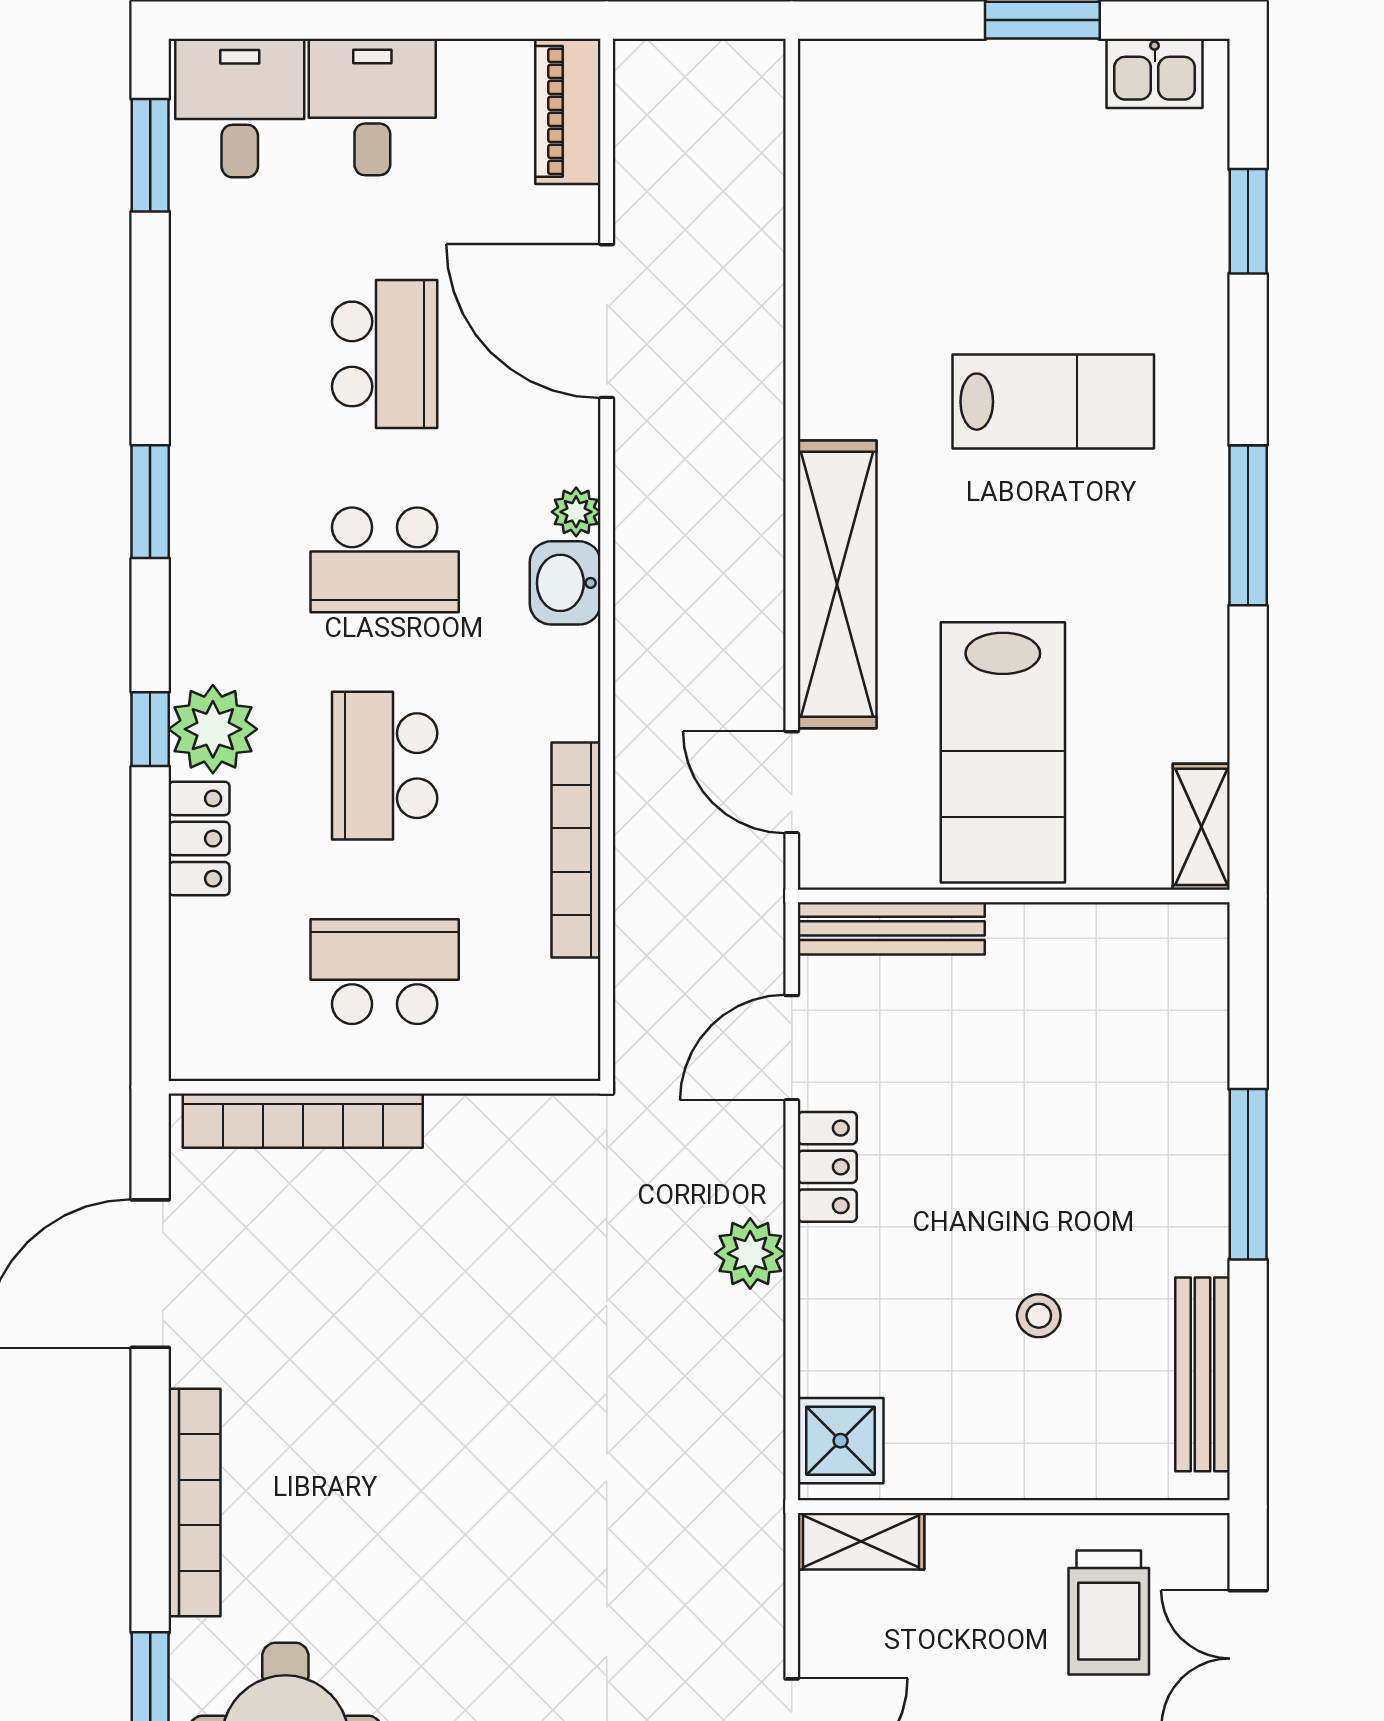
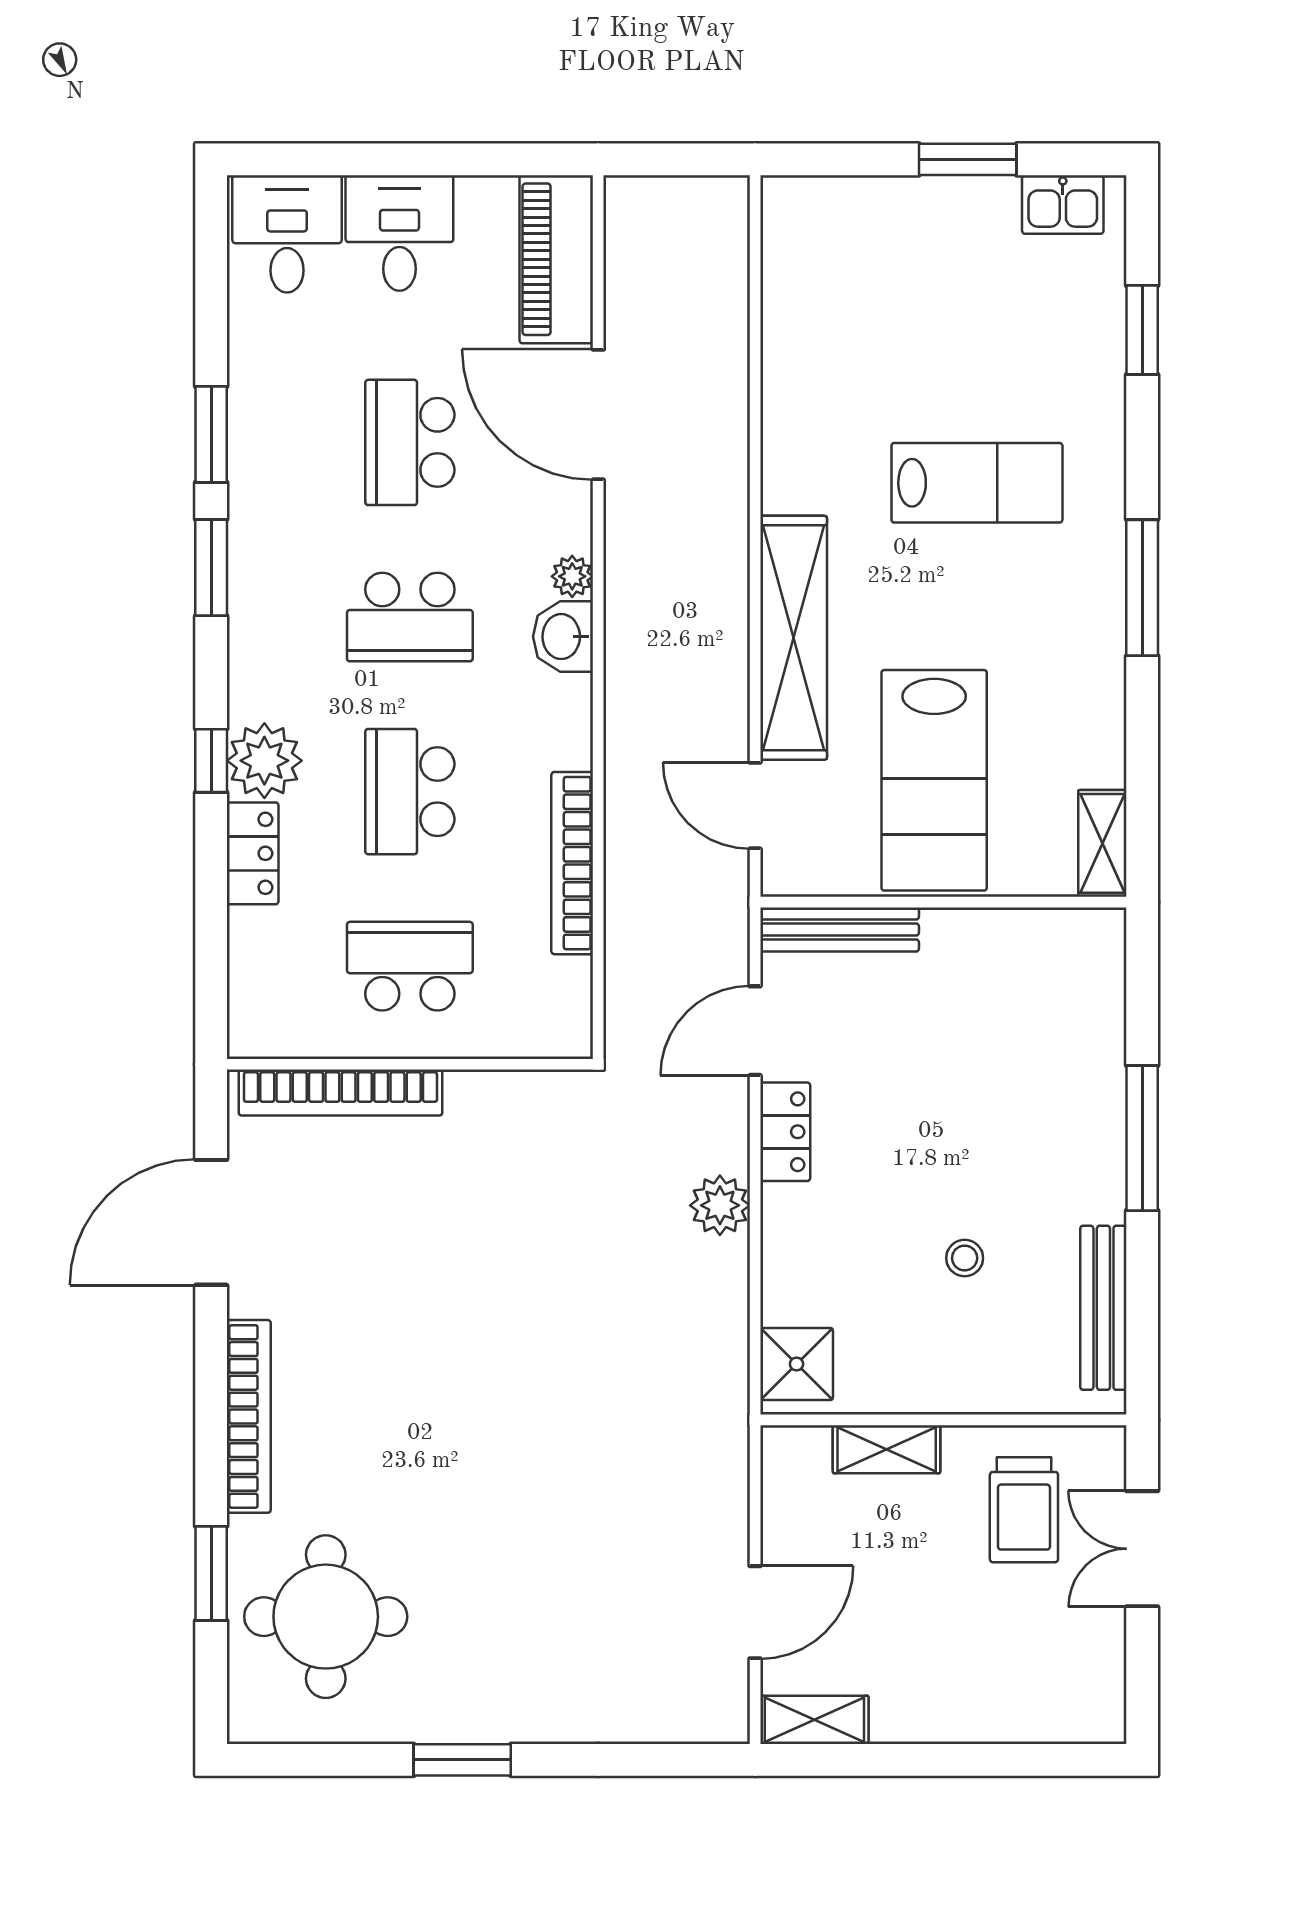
piano: (568, 111) -> (556, 259), width x1.37, depth x1.33
window: (150, 155) -> (211, 434), moved
school desk: (385, 354) -> (410, 442), turned 180
shelving: (861, 1541) -> (887, 1449), moved

